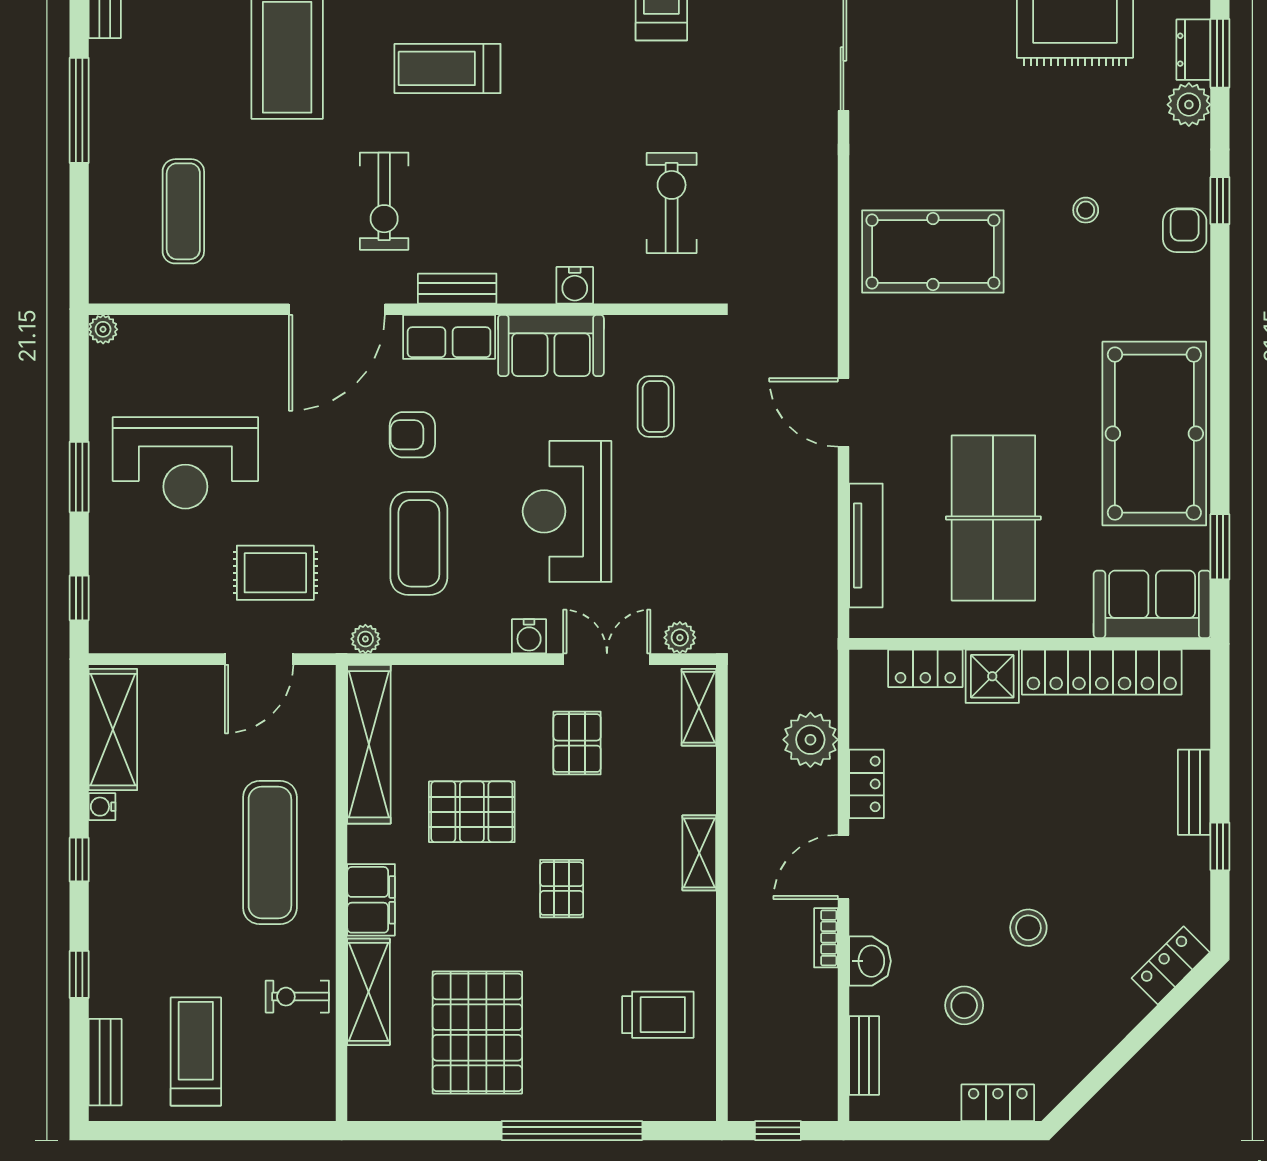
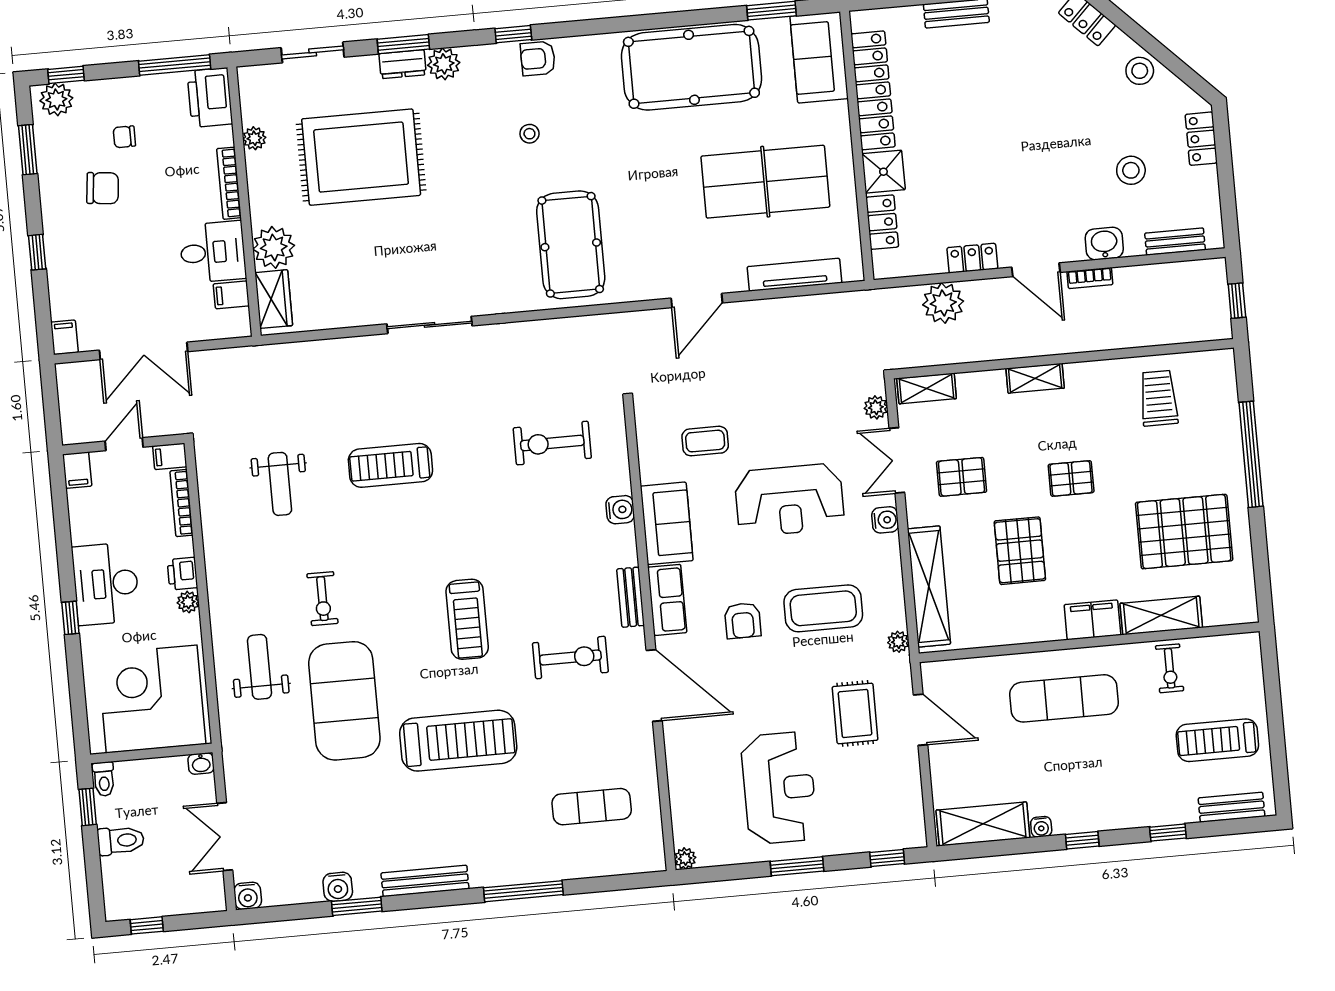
shelving: (369, 744) -> (929, 586), moved, turned 90
stool: (1028, 928) -> (1140, 71), moved

